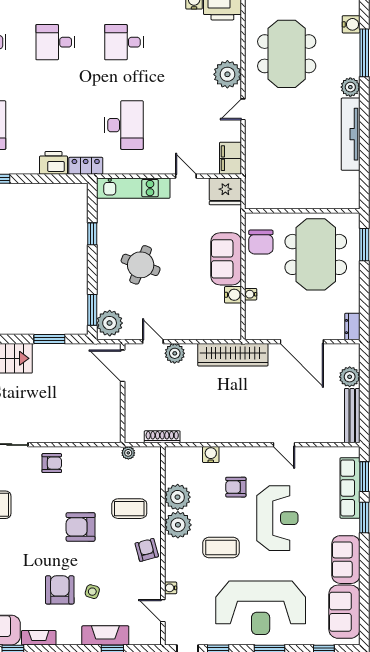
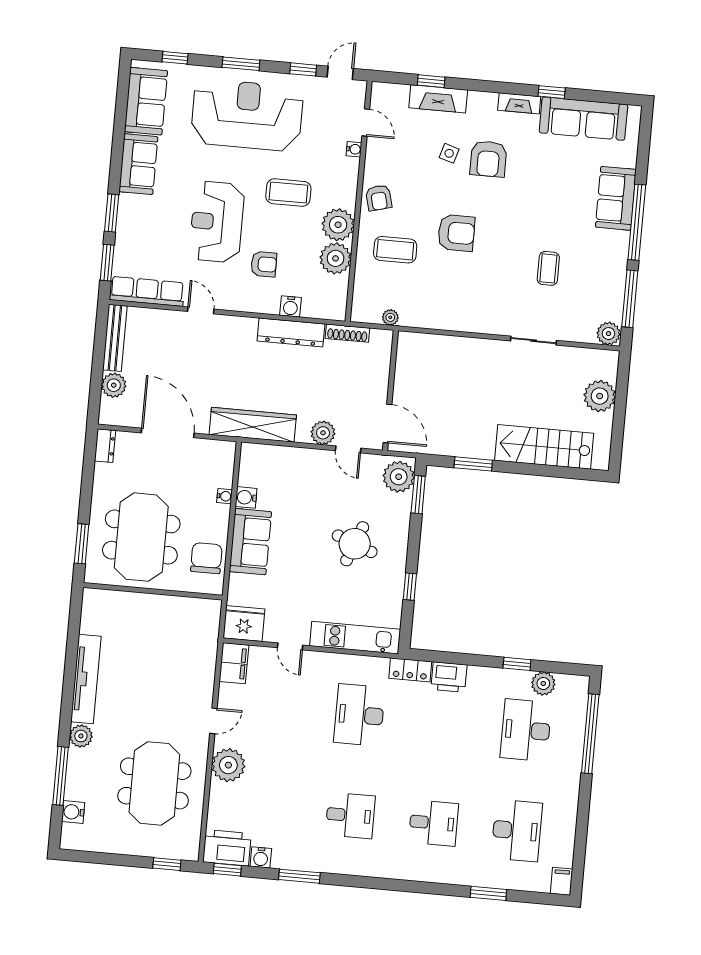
dresser: (208, 433) -> (291, 332), added
armchair: (52, 463) -> (484, 313), removed
row of seats: (350, 488) -> (147, 291), moved, turned -90

